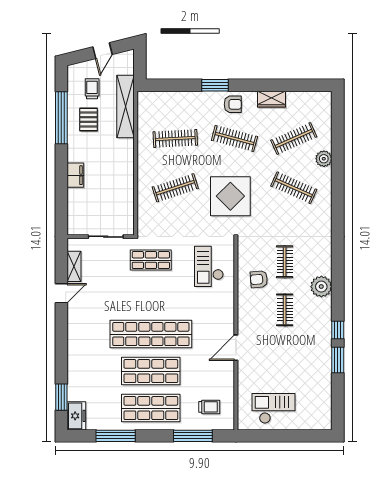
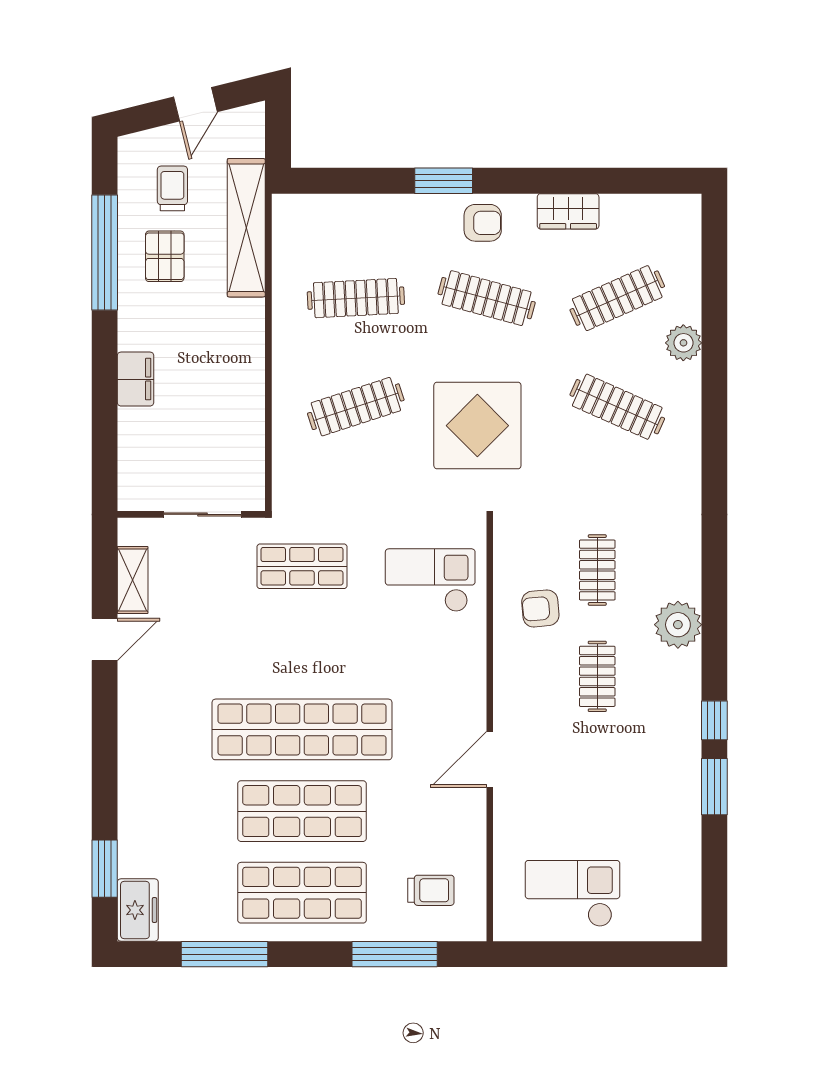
checkout: (209, 266) -> (430, 580), turned 90

